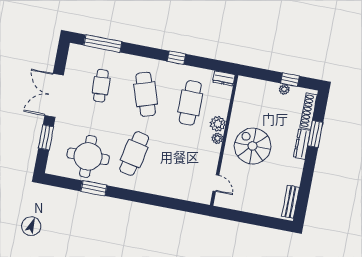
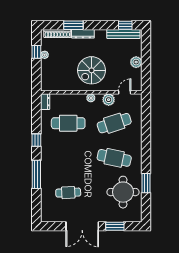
window: (103, 44) -> (36, 174), moved
cafe table: (146, 94) -> (114, 123), moved
plant: (218, 124) -> (109, 100), moved
window: (302, 201) -> (125, 25), added
bench: (290, 202) -> (123, 34), width x1.36
plant: (252, 206) -> (136, 62), added

